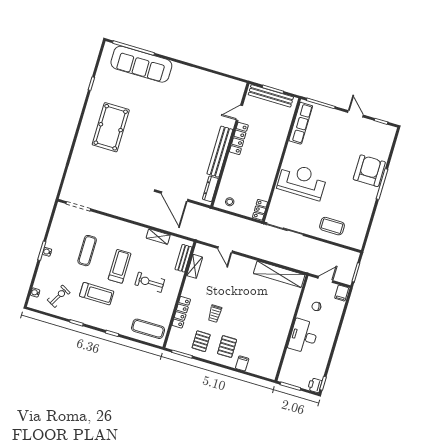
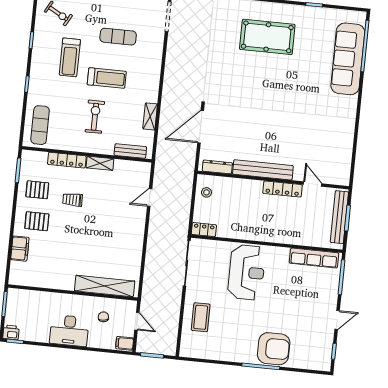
shelving: (195, 266) -> (100, 163), moved
shelving: (279, 274) -> (105, 286), moved, turned 90
desk: (303, 336) -> (69, 331), moved, turned 180
filing cabinet: (242, 363) -> (20, 249), width x2.00

